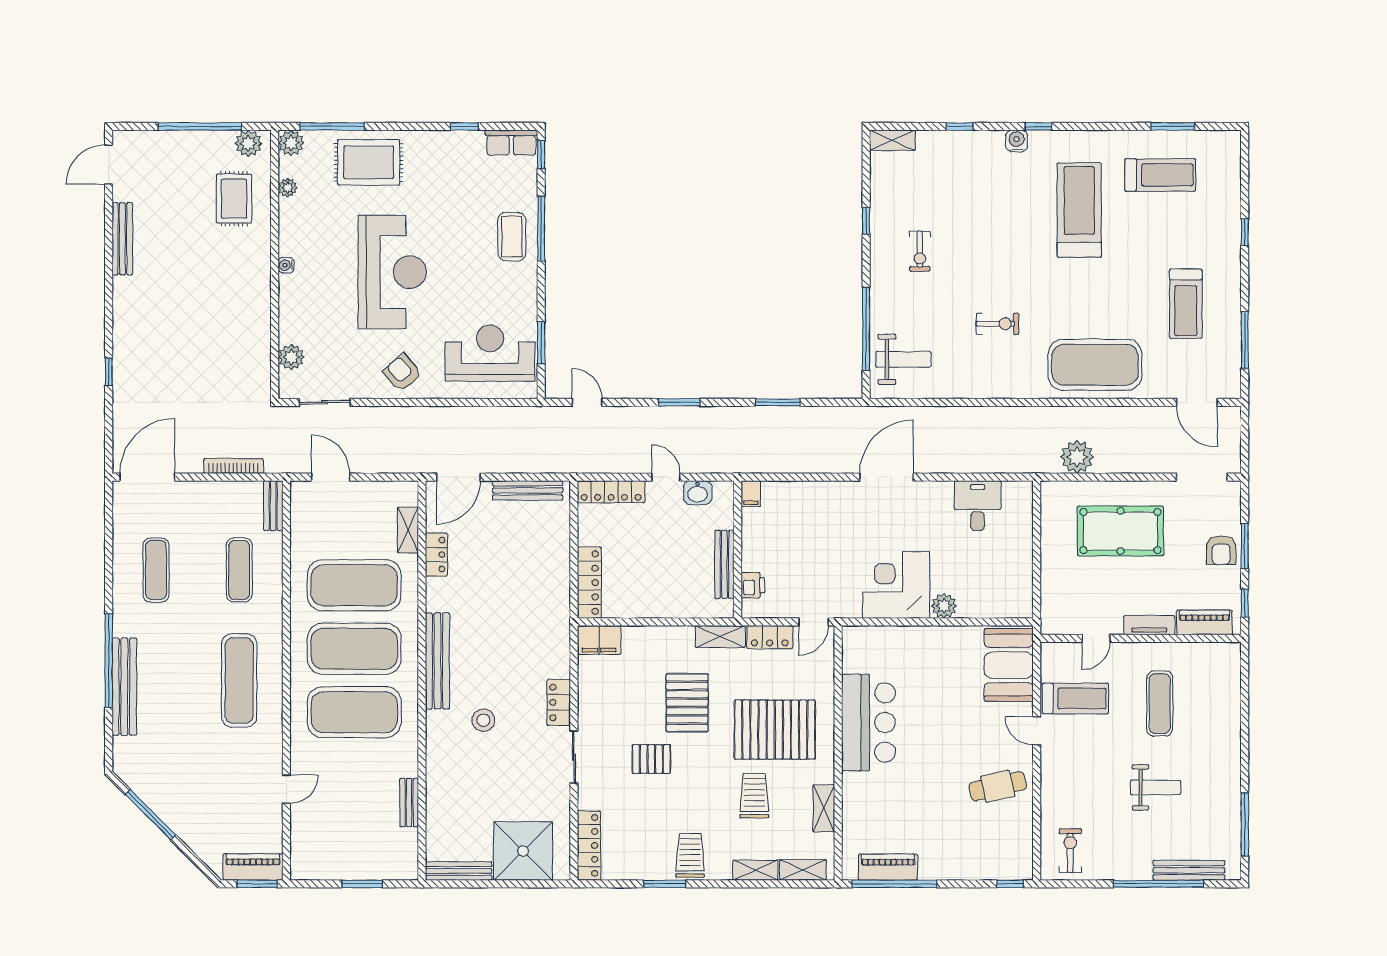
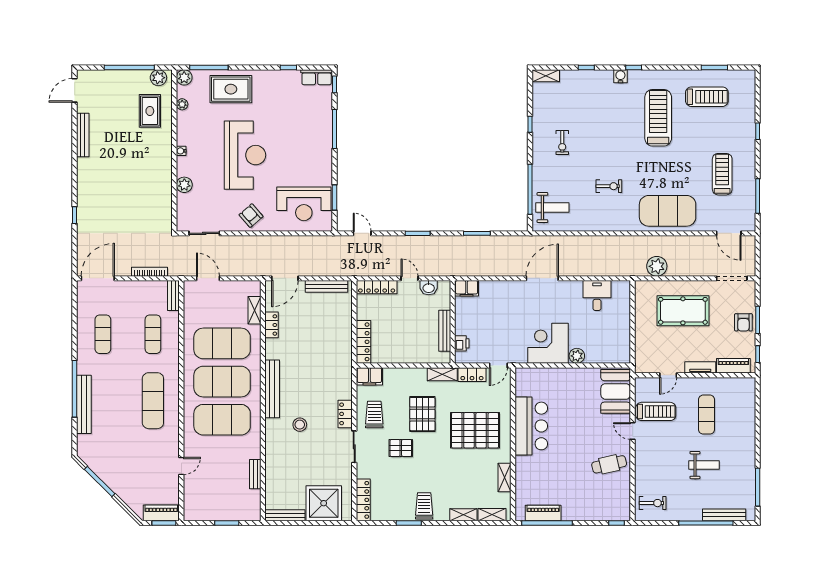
coffee table: (512, 237) -> (317, 134), removed
treadmill: (1186, 304) -> (722, 174), turned 180
reception desk: (490, 353) -> (304, 204), turned 180
plant: (291, 357) -> (184, 185), moved
filing cabinet: (751, 494) -> (467, 288), width x2.00
trolley: (754, 796) -> (374, 415), moved
exercise bike: (1070, 851) -> (653, 503), turned 90

